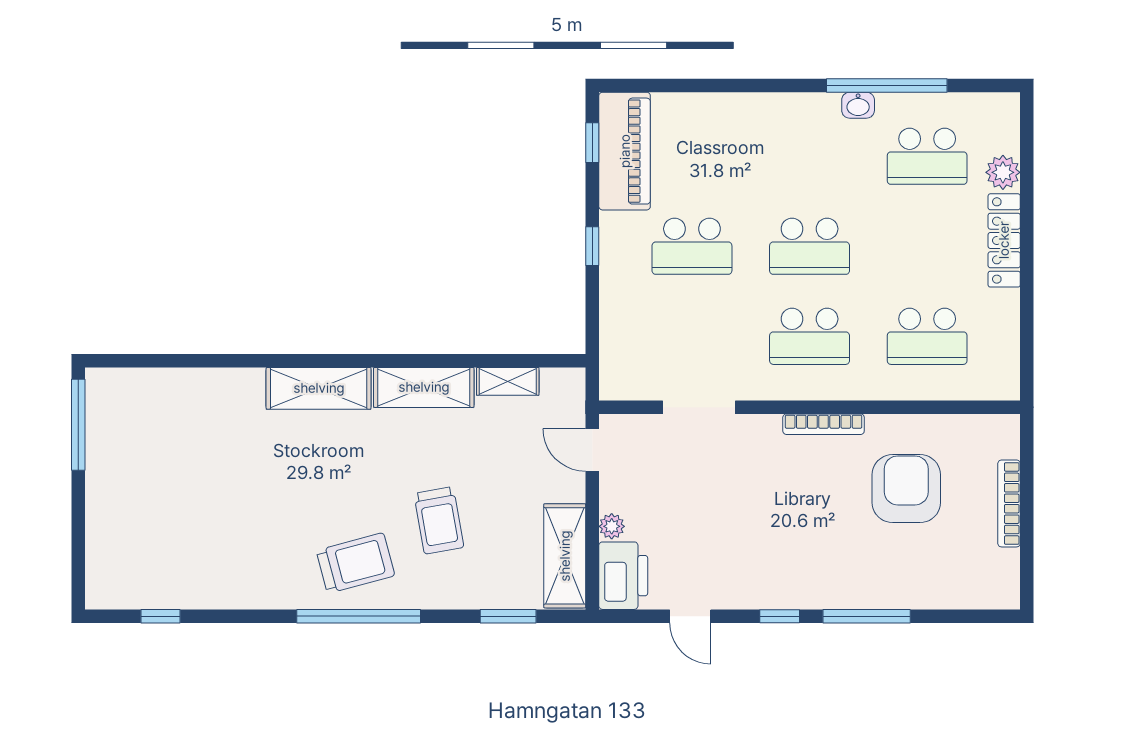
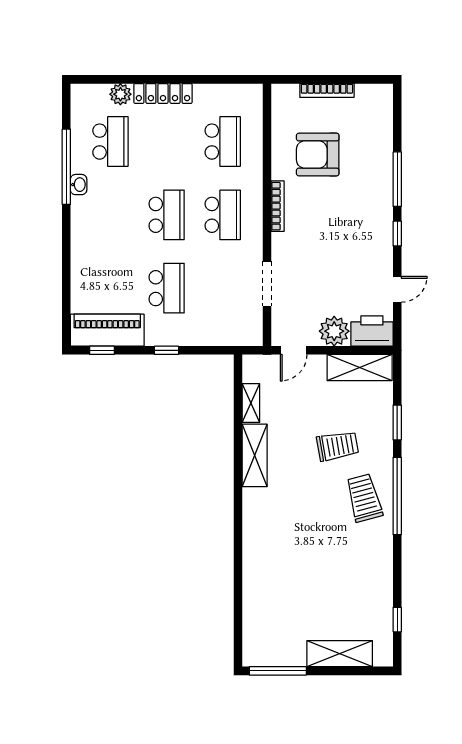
shelving: (319, 388) -> (340, 654), moved, turned 90
plant: (612, 526) -> (334, 331), width x1.87, depth x1.87
window: (508, 616) -> (397, 423), moved

